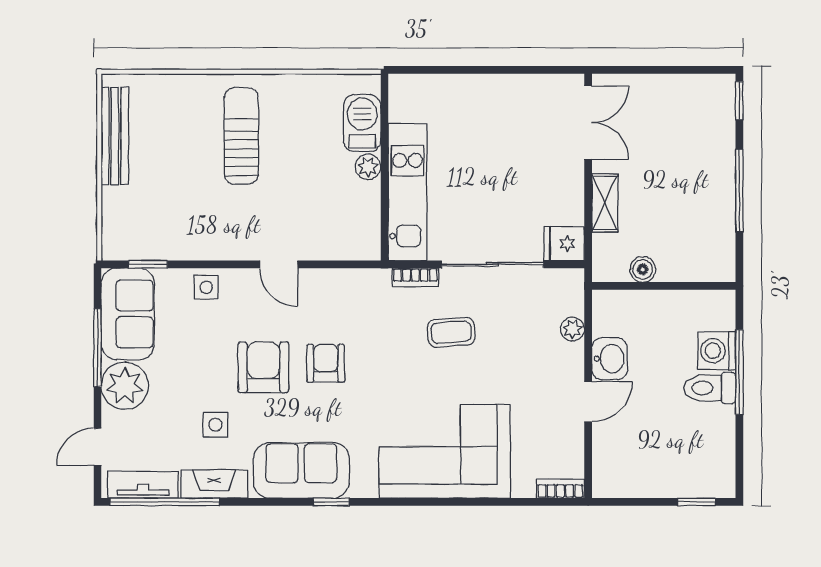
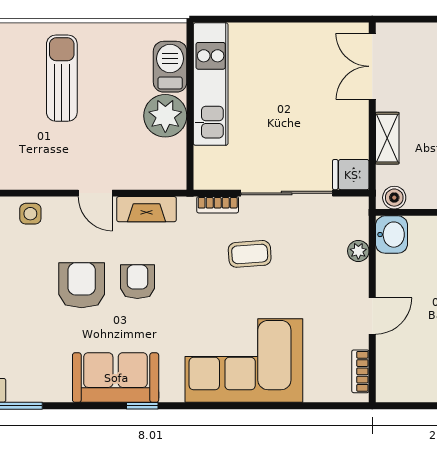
double door: (588, 123) -> (372, 66), swing flipped
plant: (368, 167) -> (165, 116), width x1.87, depth x1.87
kitchen unit: (407, 192) -> (211, 84), moved
boiler: (643, 269) -> (394, 198), moved
washbasin: (610, 359) -> (392, 235), moved
side table: (215, 425) -> (39, 337), removed
fireplace: (214, 484) -> (146, 209), moved, turned 180
bookcase: (560, 489) -> (360, 371), moved, turned -90

